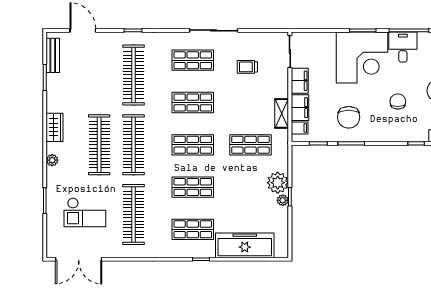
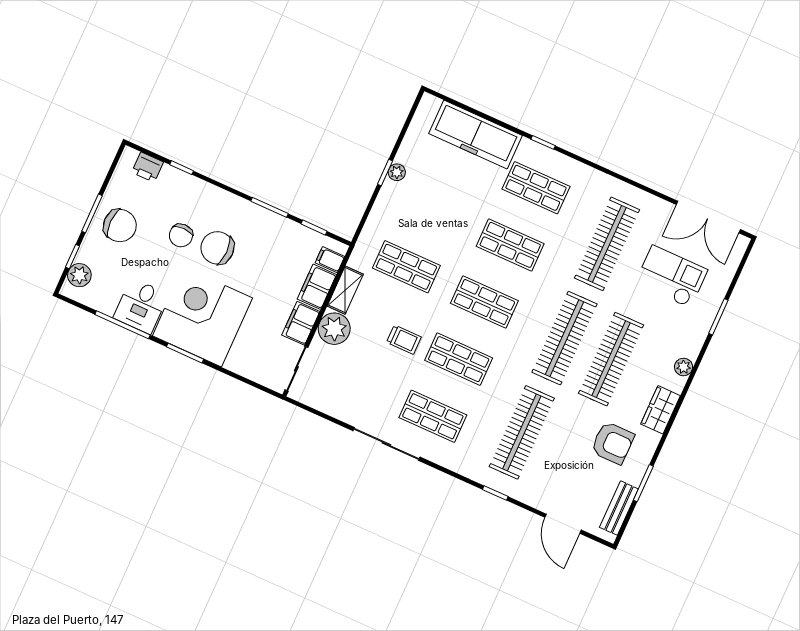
trolley: (247, 67) -> (404, 340), moved
armchair: (75, 94) -> (613, 443), added
chair: (349, 117) -> (217, 248), moved, turned -90
plant: (278, 183) -> (334, 329), moved
double door: (79, 259) -> (708, 217), swing flipped

